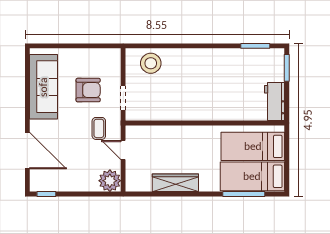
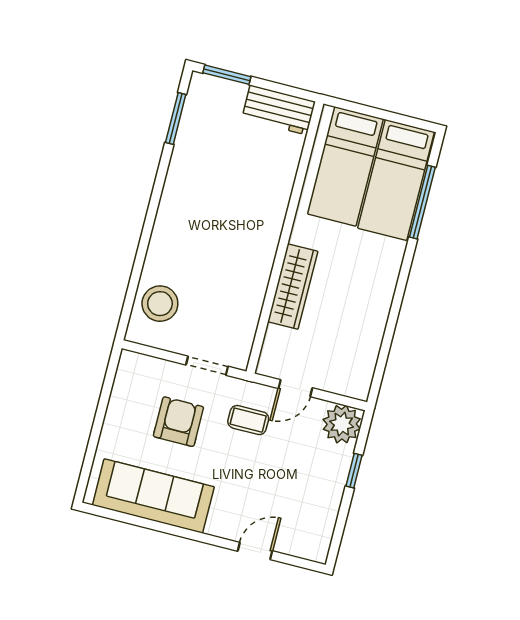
door: (27, 151) -> (255, 551), width x0.53
wardrobe: (175, 183) -> (293, 287), moved, turned 180
window: (46, 194) -> (354, 471), moved

